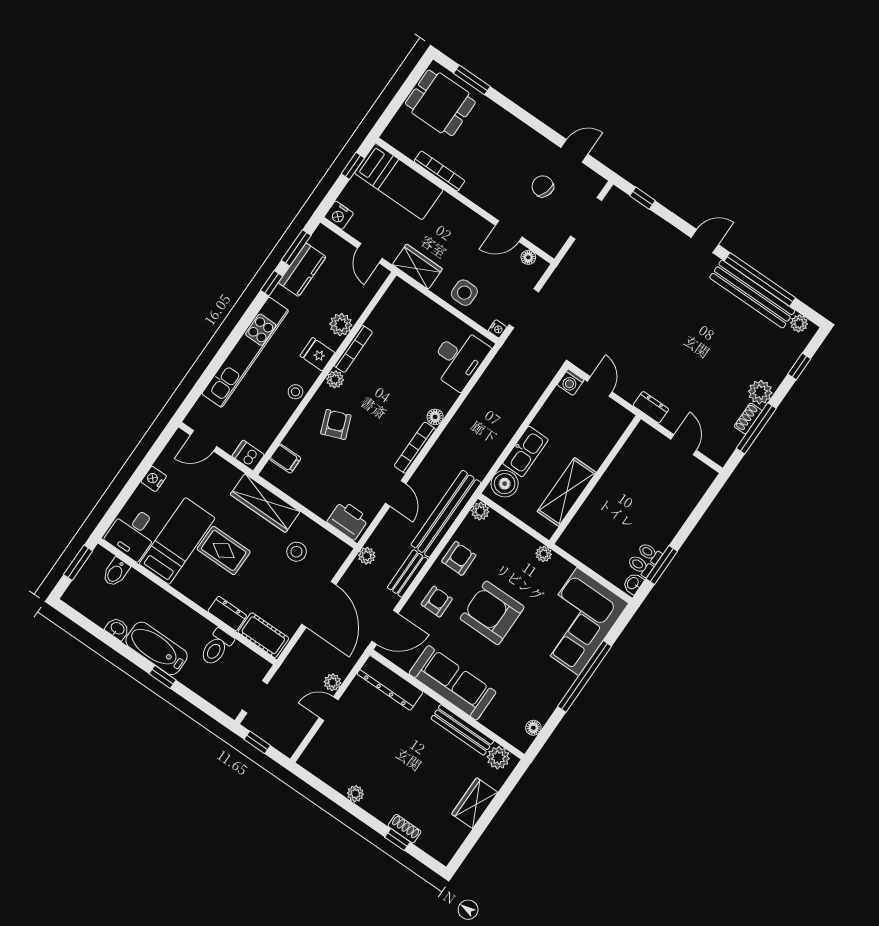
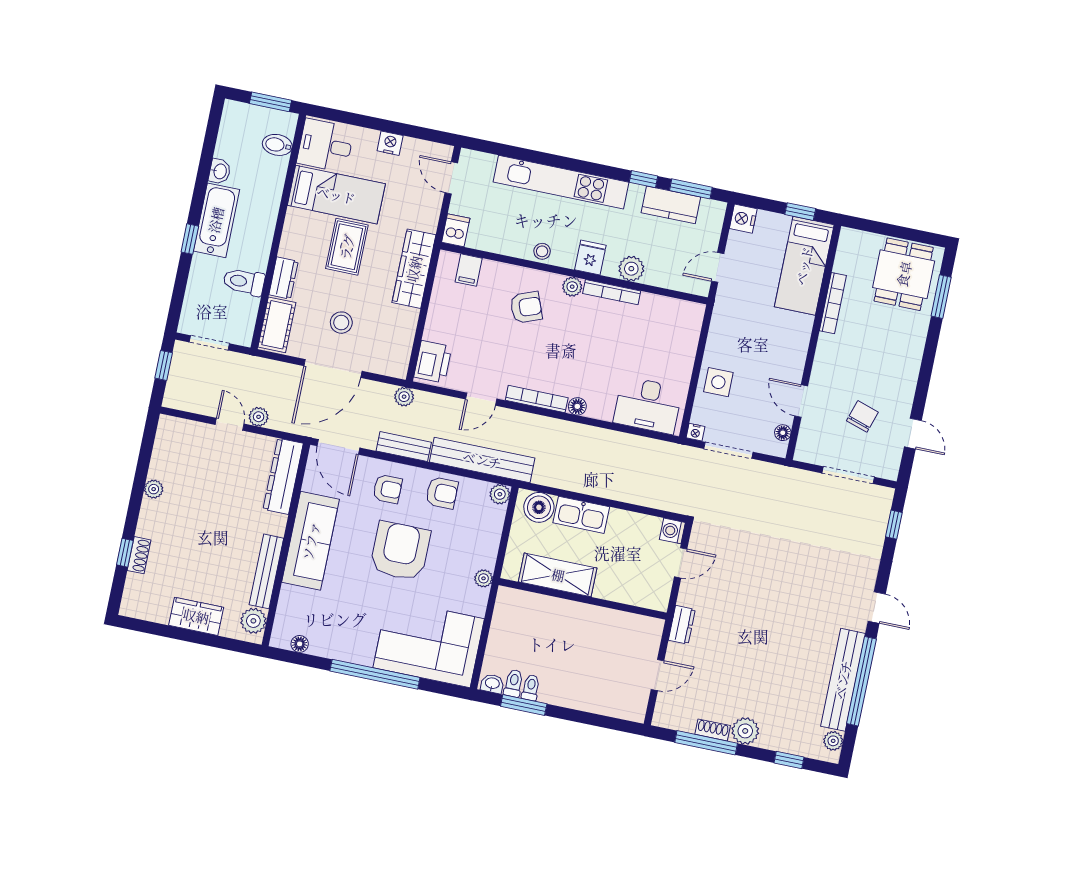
wardrobe: (417, 267) -> (725, 322), removed
stool: (297, 552) -> (341, 323), moved

